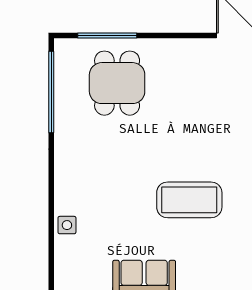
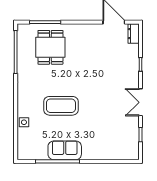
coffee table: (189, 200) -> (61, 106), moved

